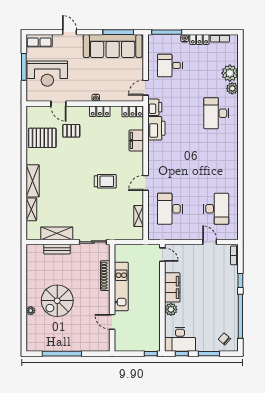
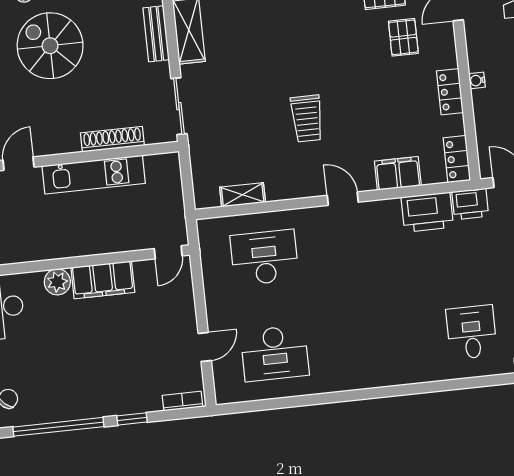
desk: (216, 113) -> (472, 332), width x0.73
door: (146, 183) -> (343, 199), moved

